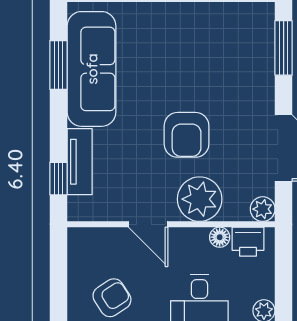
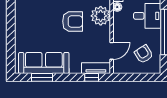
tv unit: (80, 162) -> (96, 68), moved
door: (148, 224) -> (112, 51), moved

